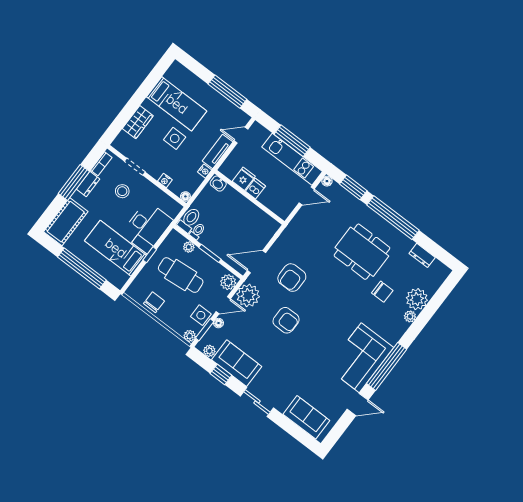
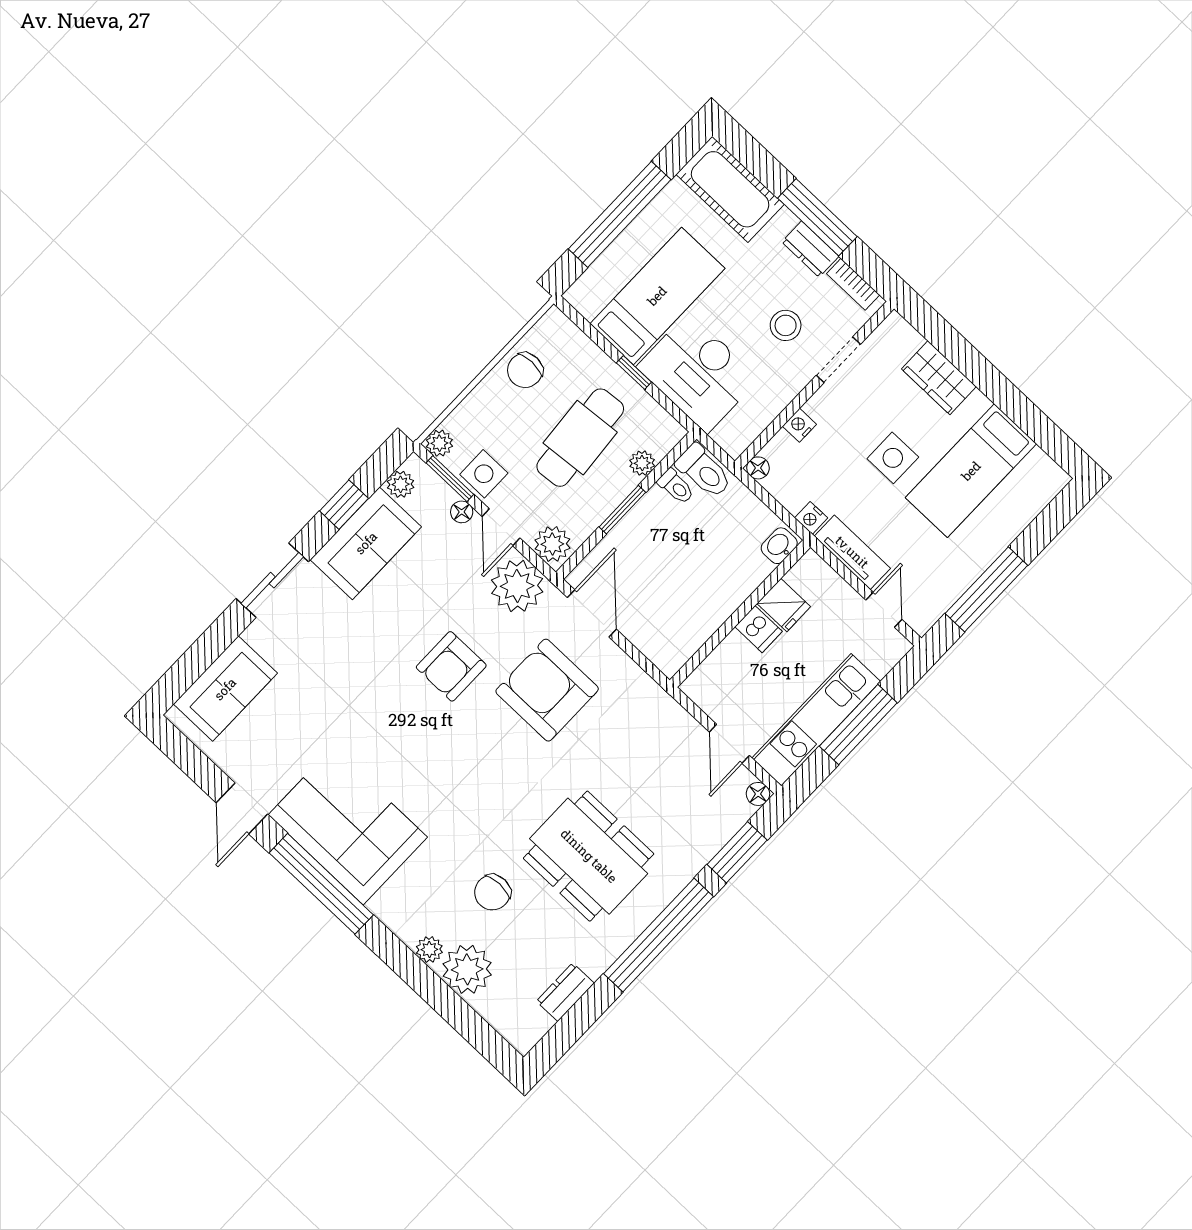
dining table: (362, 252) -> (589, 856), turned 90
armchair: (292, 278) -> (547, 690), width x1.36, depth x1.36
chair: (154, 302) -> (525, 370), turned 90

